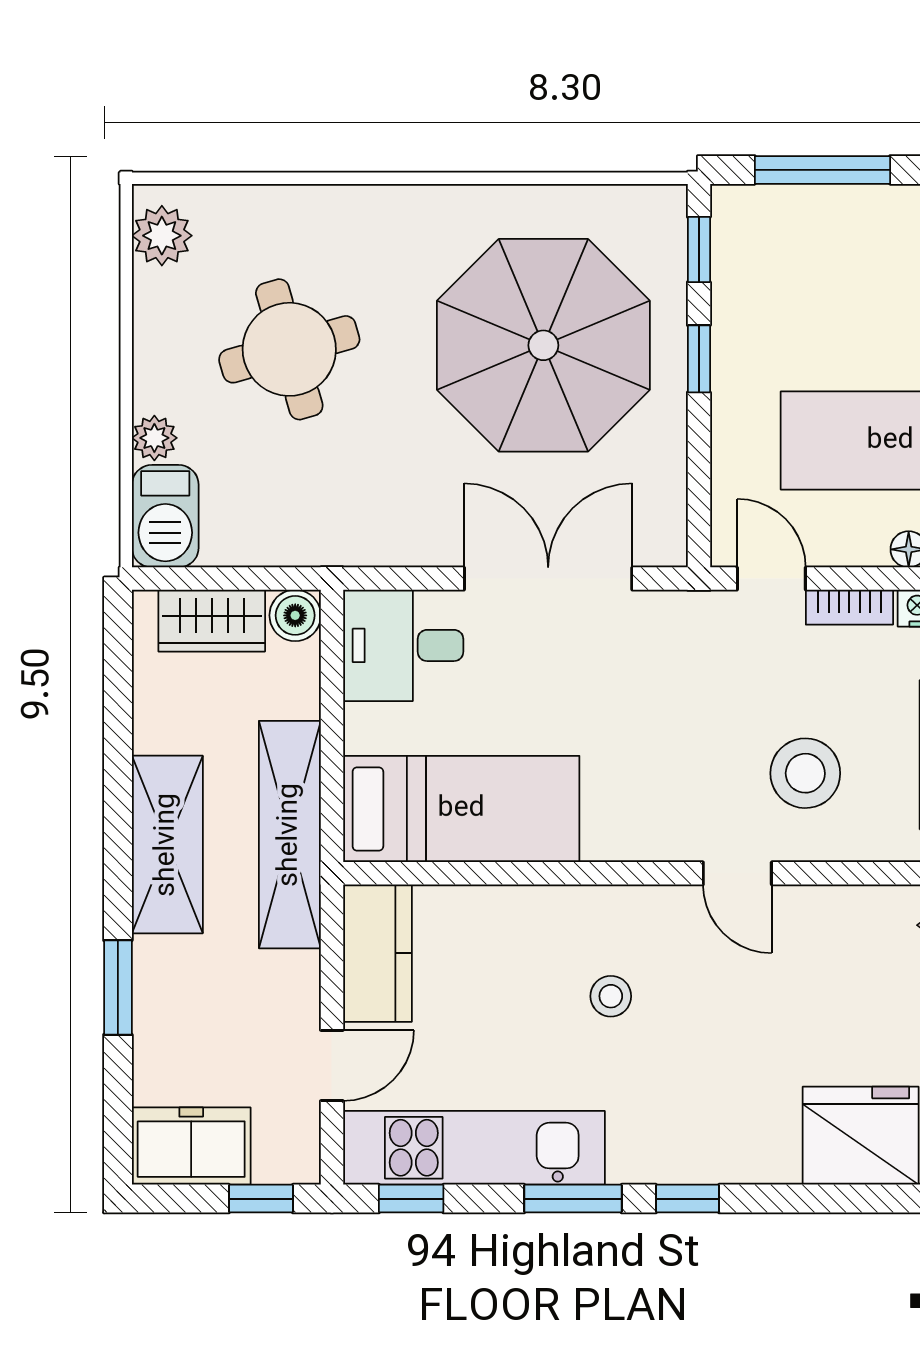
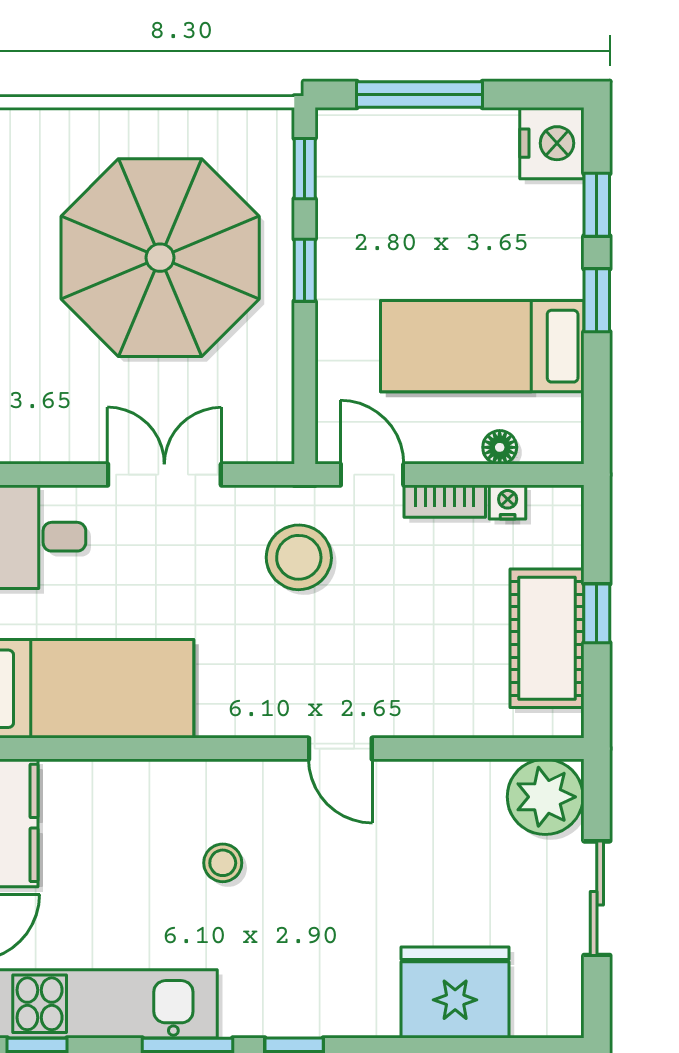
double door: (548, 579) -> (164, 475), width x0.73
stool: (805, 773) -> (299, 557), moved

